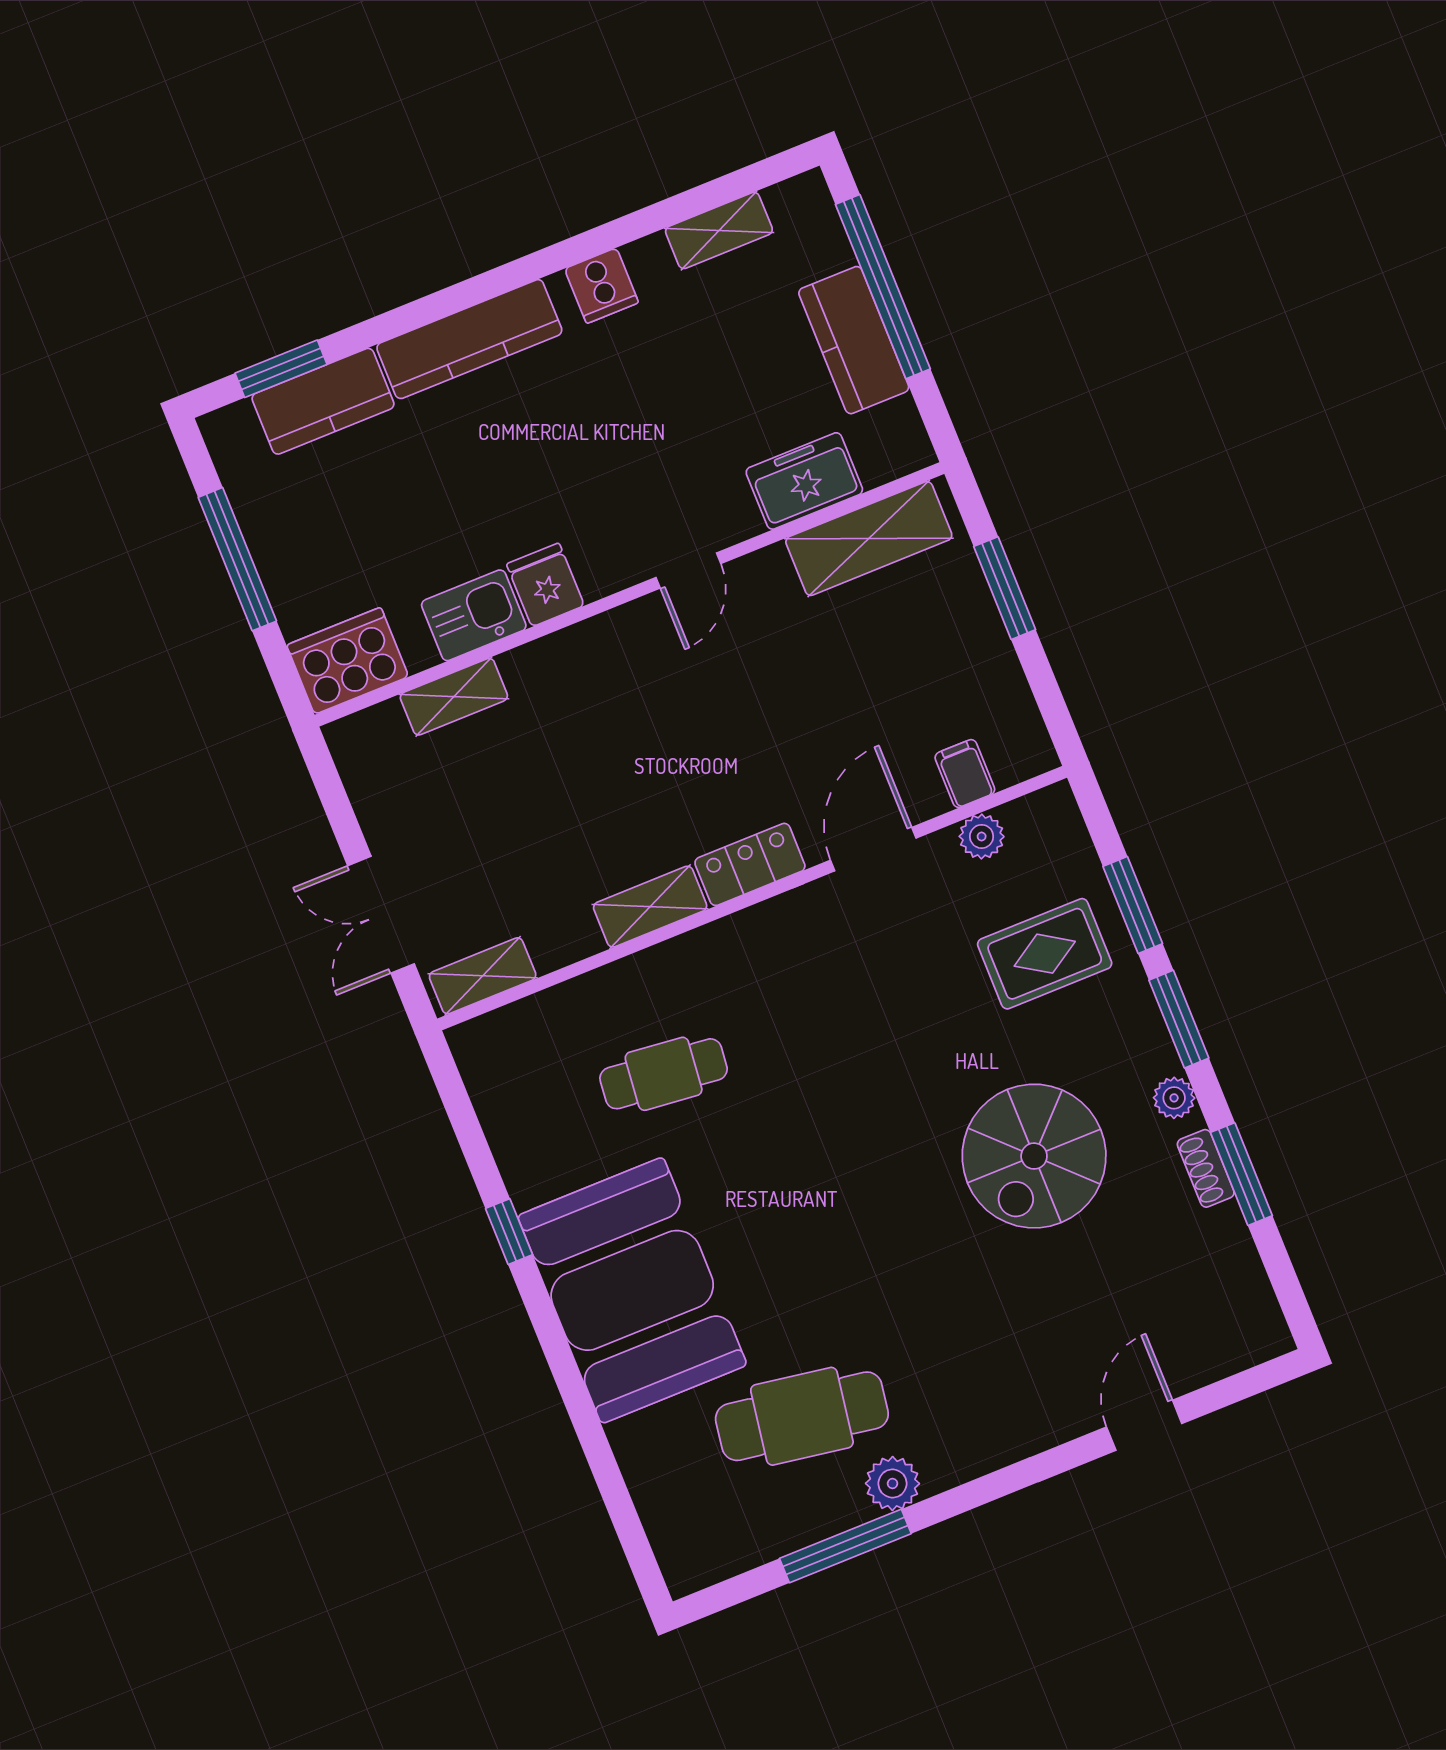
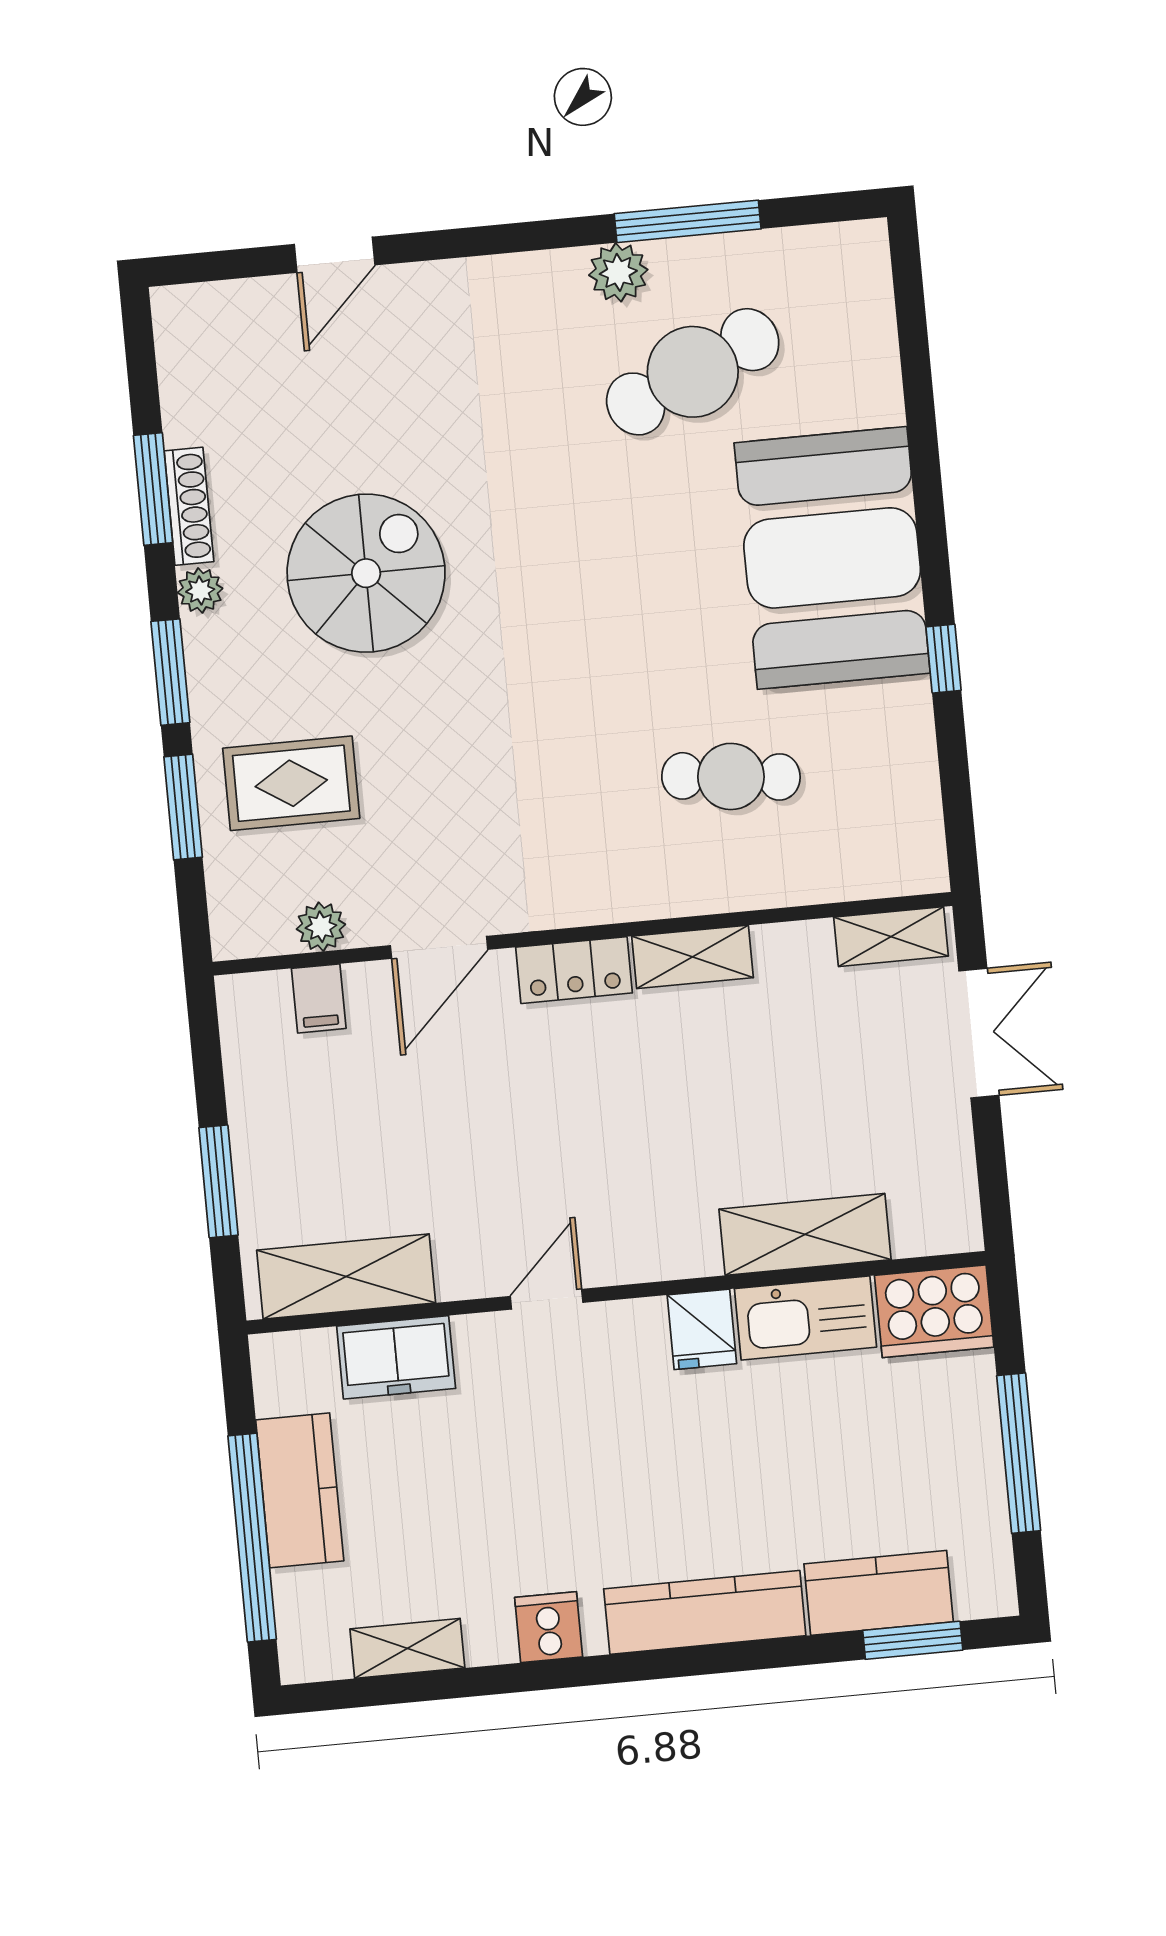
kitchen sink: (474, 615) -> (805, 1318), width x1.38
shelving: (454, 697) -> (805, 1234), width x1.50, depth x1.33
shoe rack: (1206, 1168) -> (189, 506), width x1.43
cafe table: (802, 1416) -> (693, 372), turned -33

